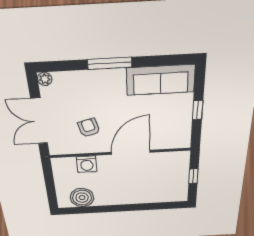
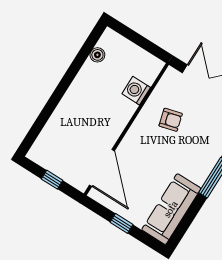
door: (131, 152) -> (102, 168), moved
boiler: (82, 198) -> (97, 55), width x0.54, depth x0.54

